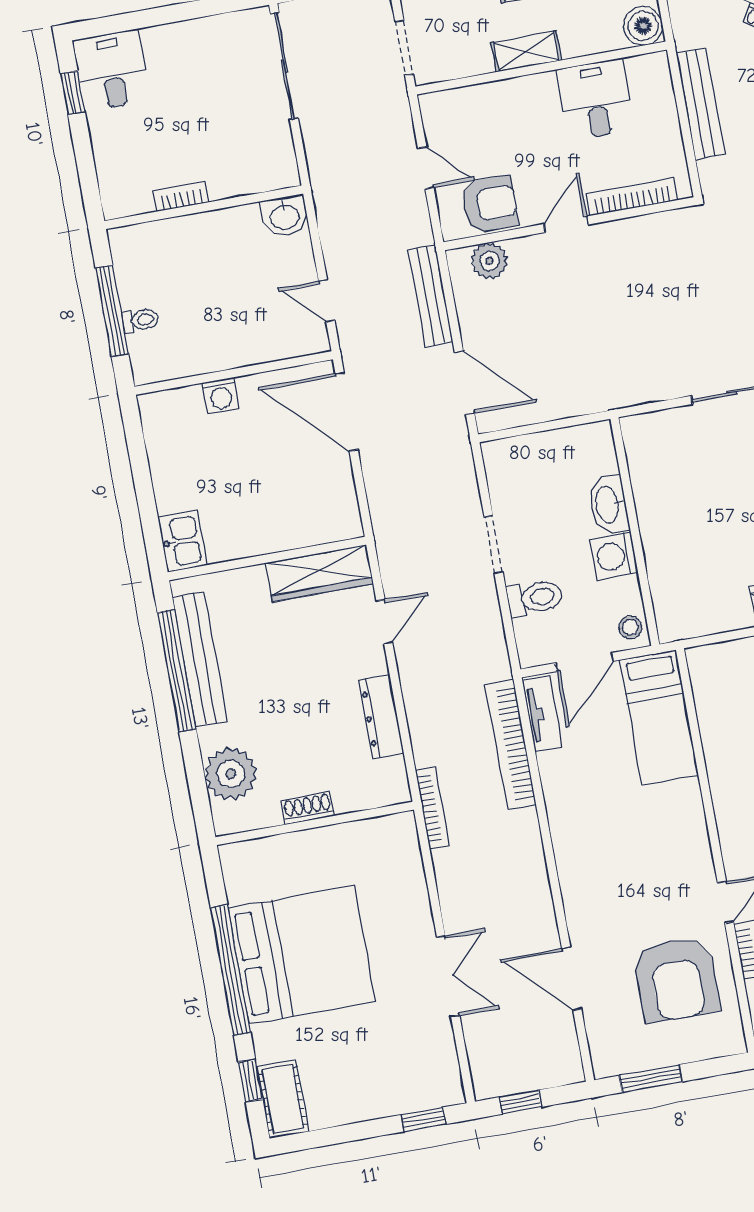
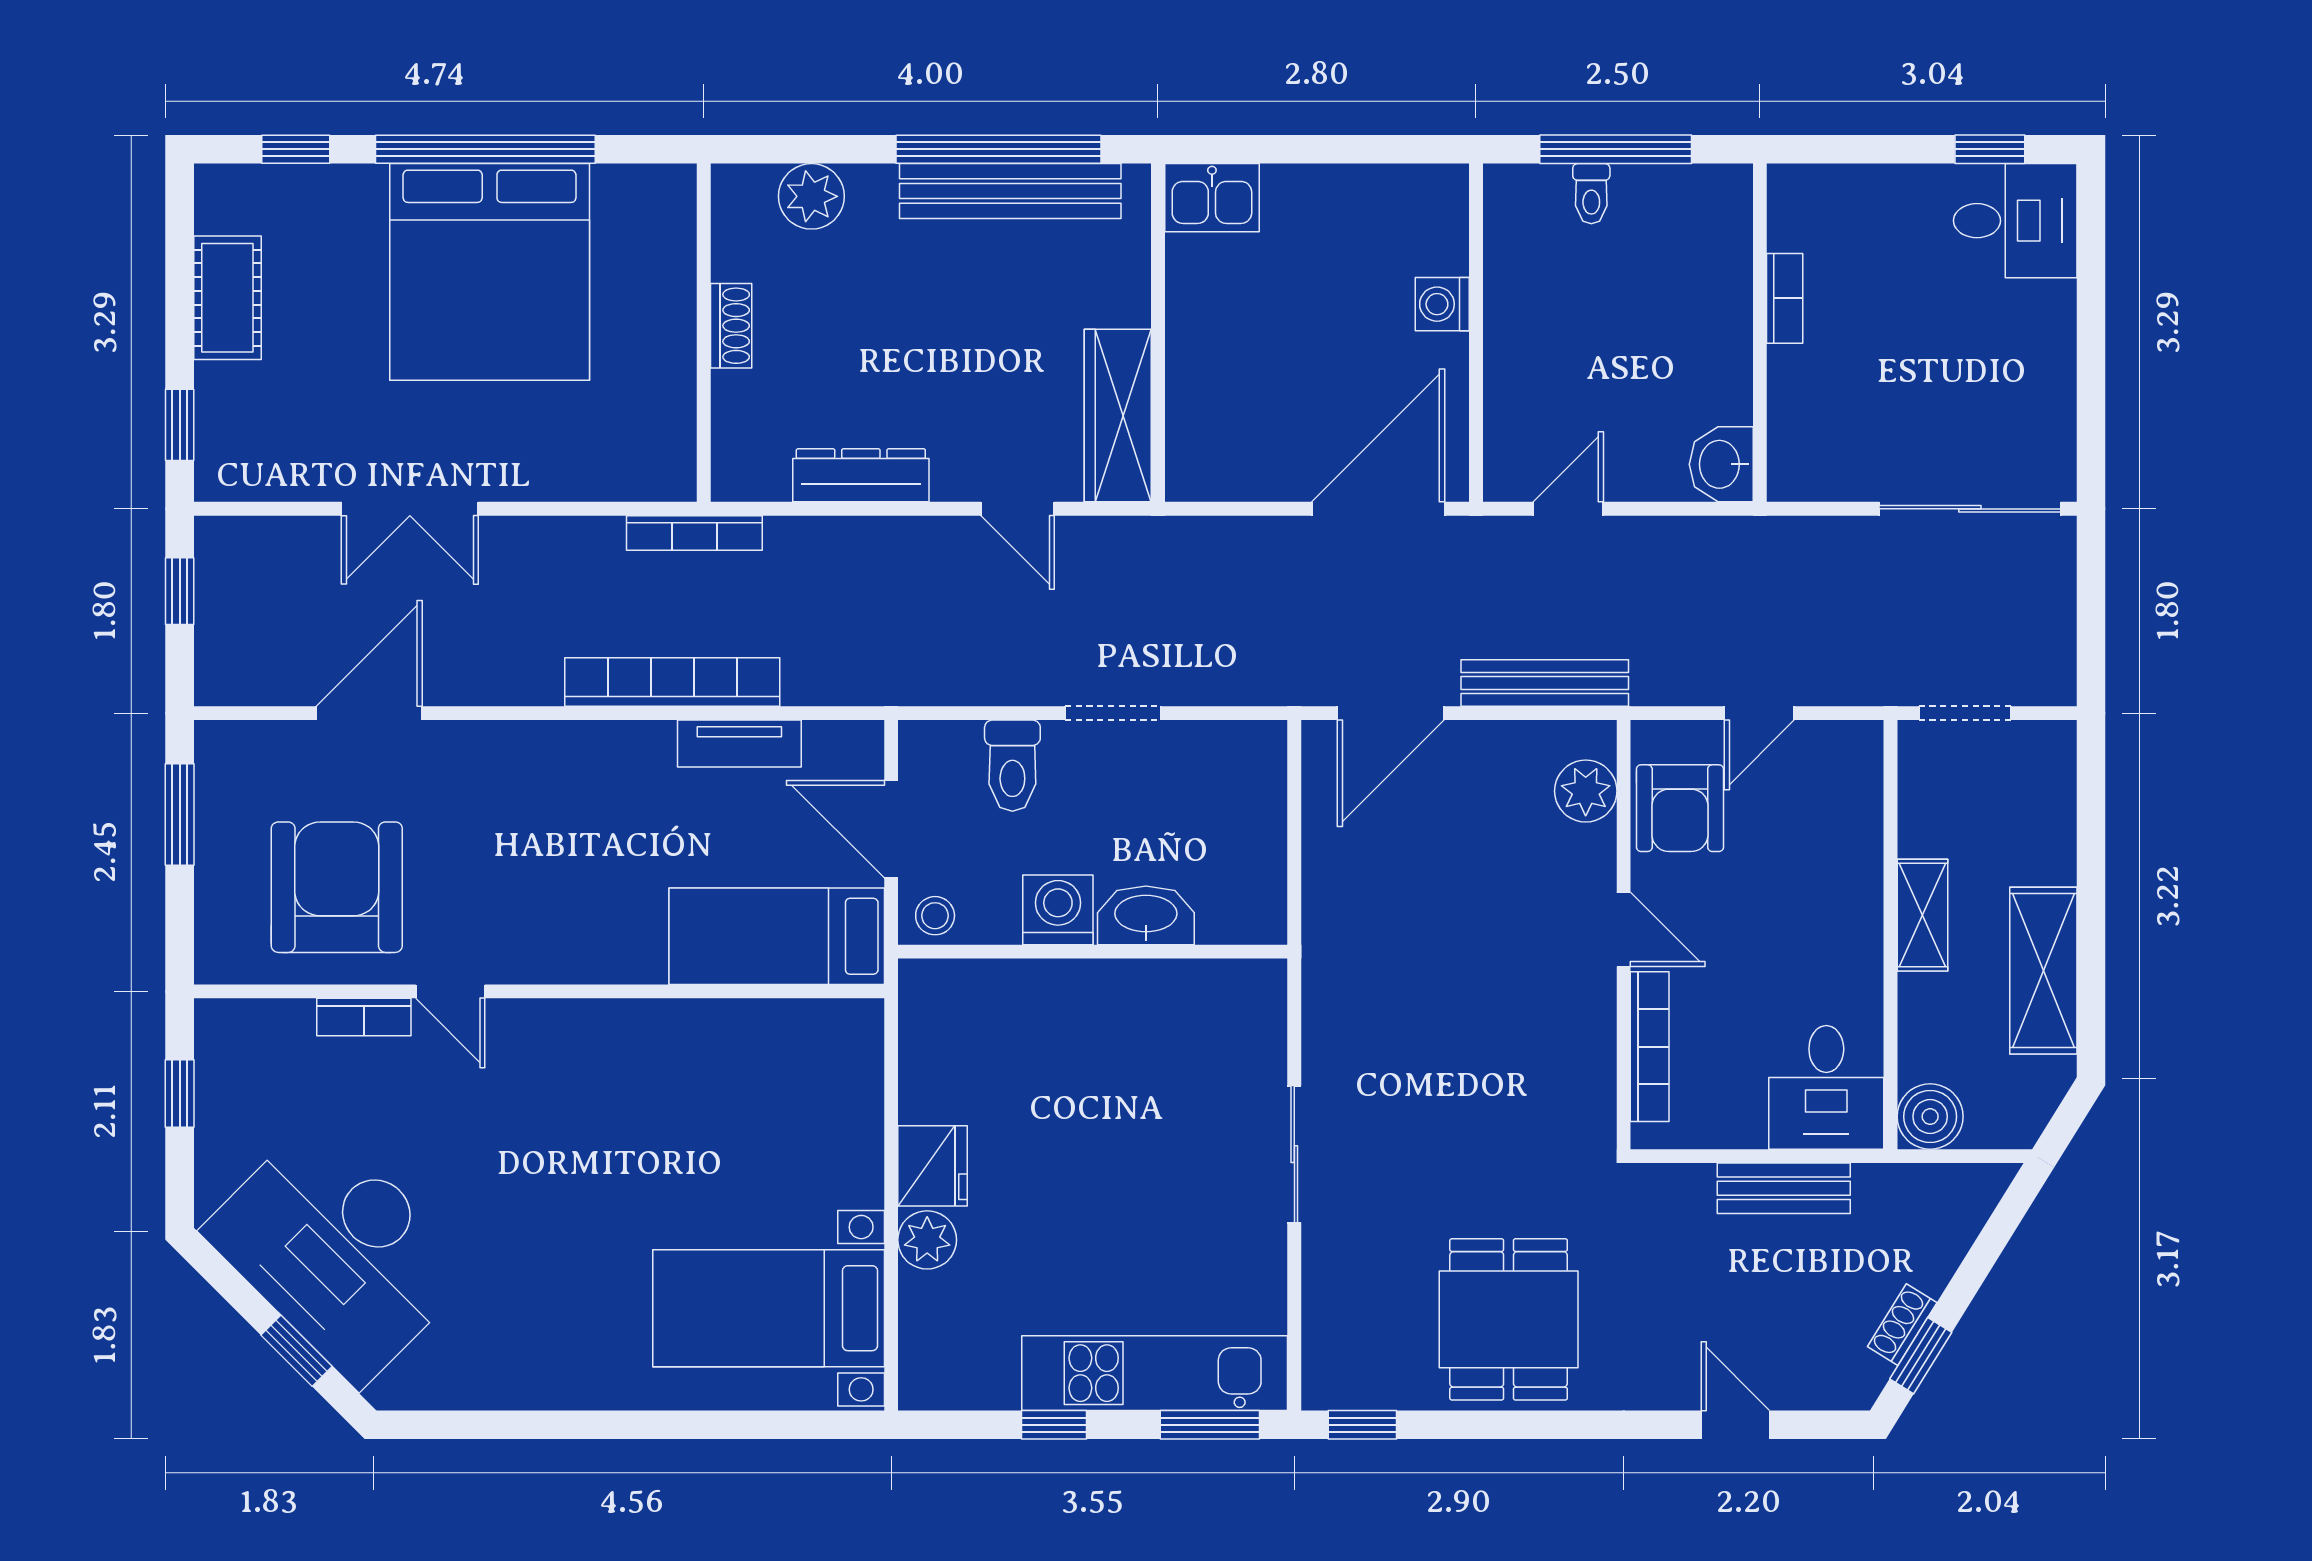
desk: (595, 100) -> (1826, 1087), moved, turned 90
bench: (700, 104) -> (1784, 1188), width x0.73
tv unit: (542, 714) -> (739, 744), moved
bookcase: (511, 744) -> (672, 682), moved
plant: (231, 774) -> (811, 196), width x0.73, depth x0.73
armchair: (677, 979) -> (337, 887), turned 90
cot: (283, 1099) -> (227, 298), moved, turned 90

